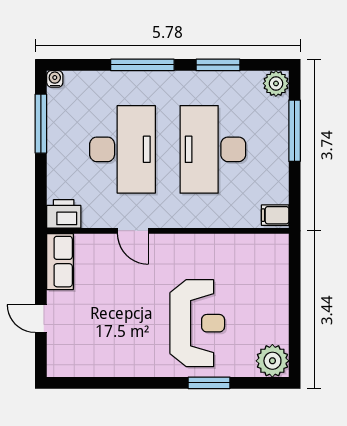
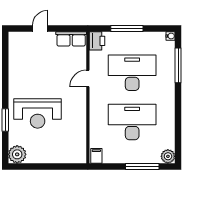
window: (142, 65) -> (178, 65), moved
window: (218, 65) -> (178, 125), removed
window: (41, 124) -> (127, 28), moved
desk: (122, 149) -> (132, 73), turned 180

